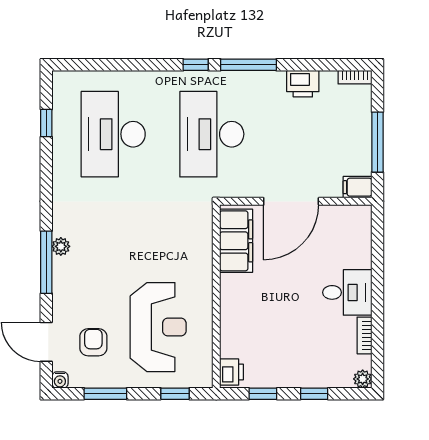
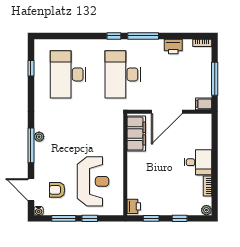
armchair: (93, 342) -> (57, 190), turned -90
window: (175, 394) -> (90, 218), moved

